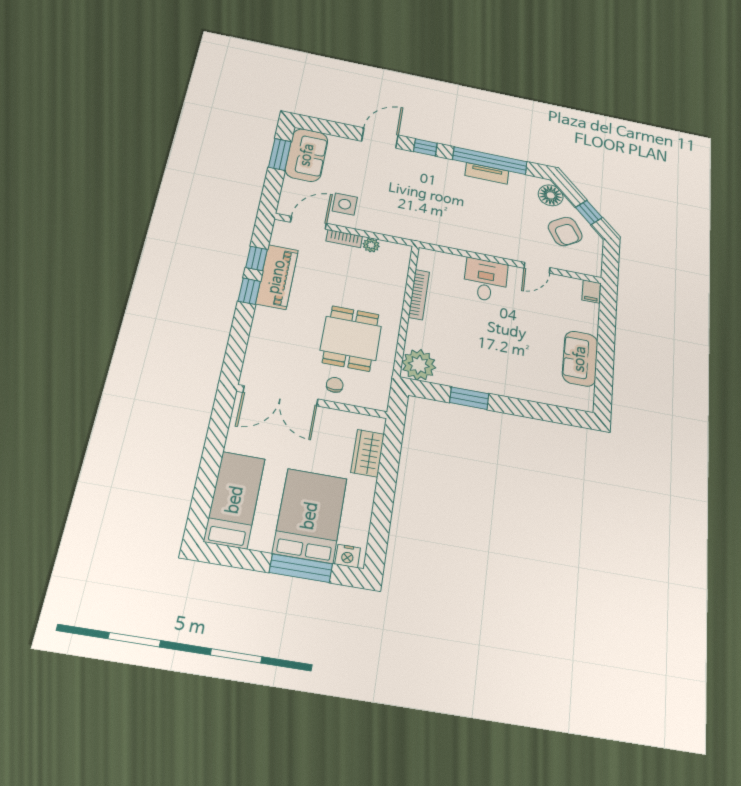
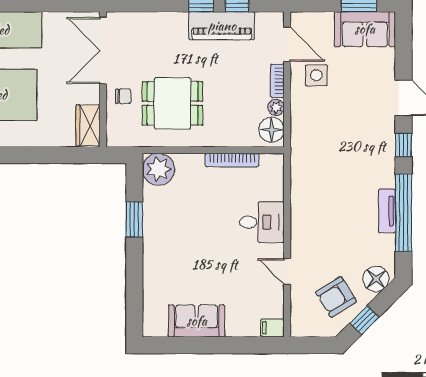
floor lamp: (393, 253) -> (272, 130), added
wardrobe: (368, 453) -> (88, 125), moved, turned -90

